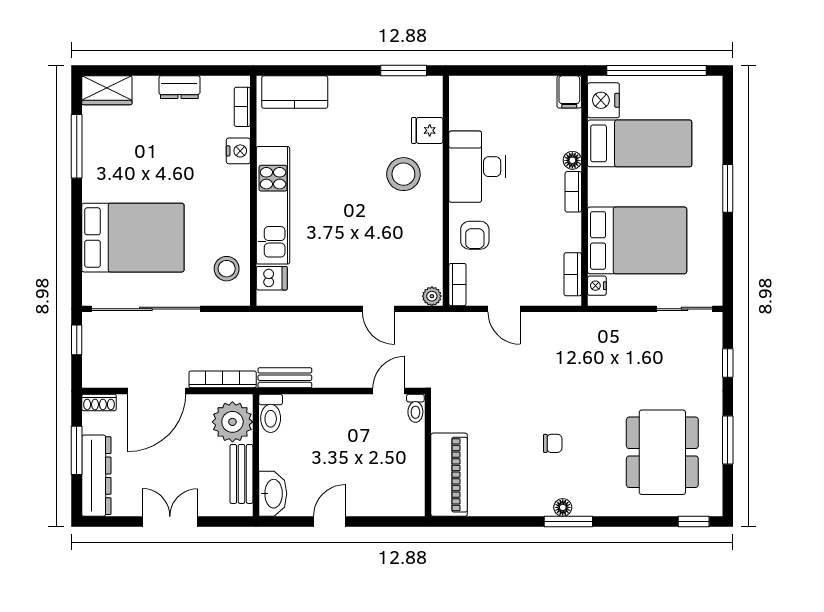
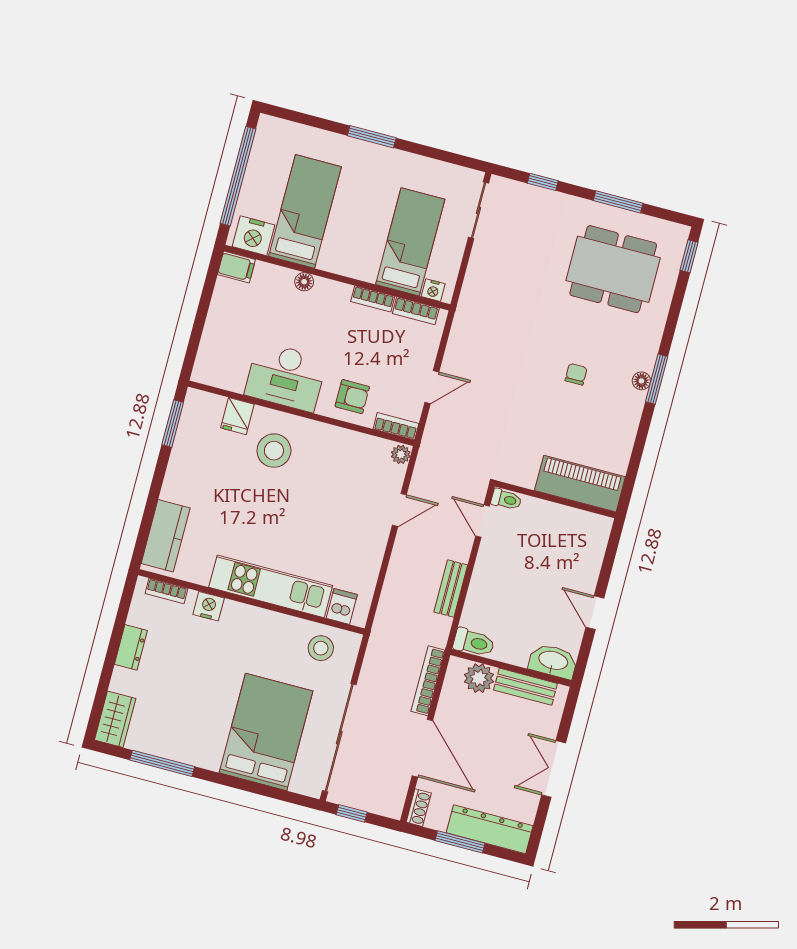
bookcase: (573, 192) -> (373, 299), moved
bed: (637, 240) -> (410, 242), width x0.67
bench: (285, 378) -> (451, 589), moved
plant: (232, 422) -> (479, 678), width x0.73, depth x0.73

